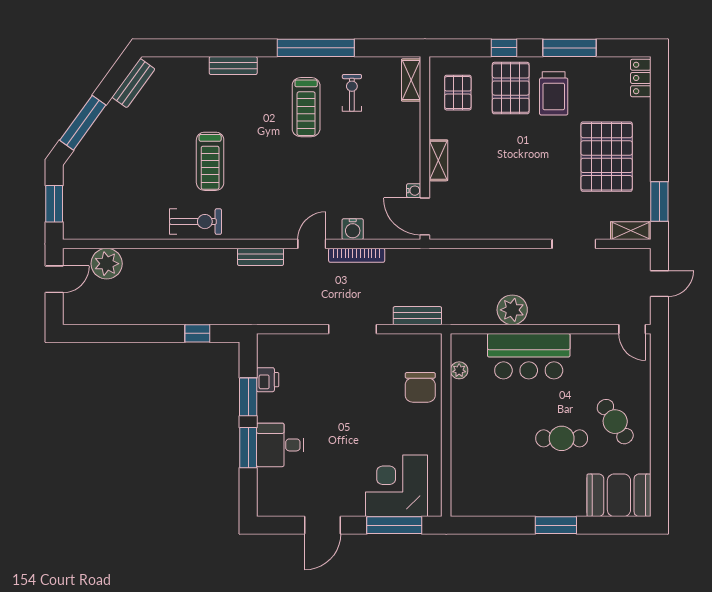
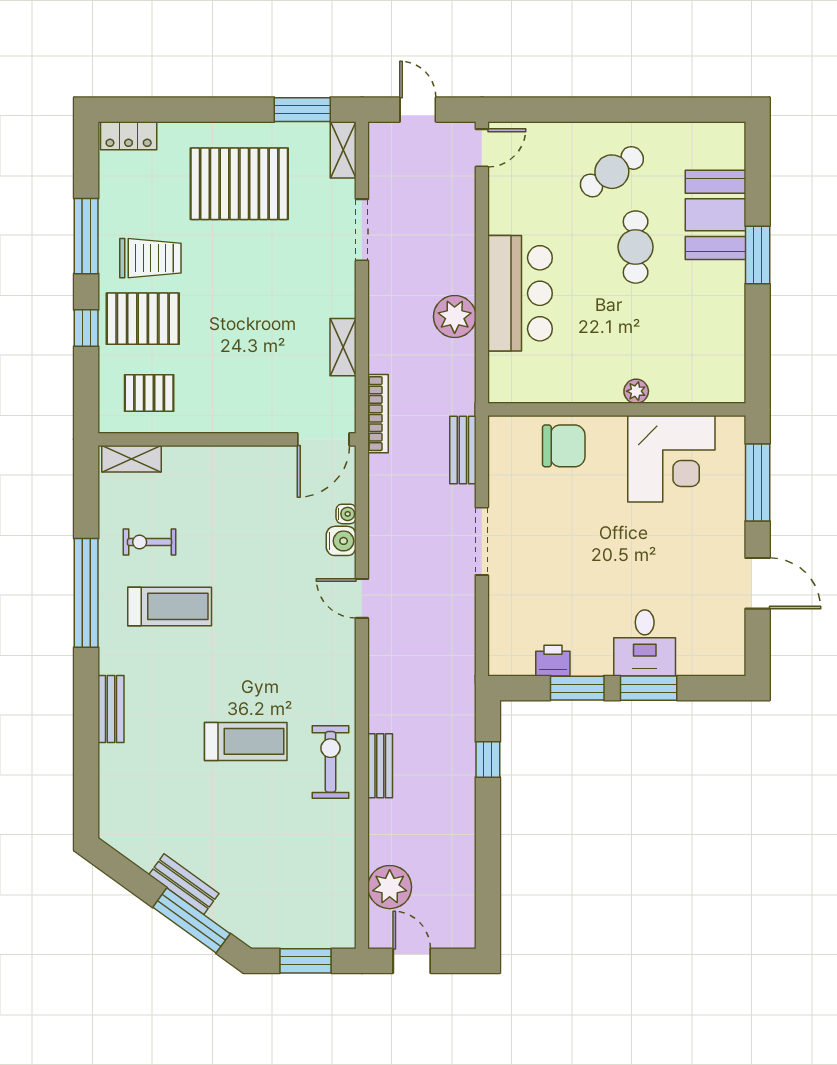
bench: (133, 83) -> (184, 884), moved
shelving: (438, 160) -> (343, 347), moved, turned 90
water cooler: (414, 191) -> (346, 514), moved, turned 90
bookcase: (357, 255) -> (378, 414), moved
bench: (261, 257) -> (380, 766), moved
plant: (459, 370) -> (636, 391), moved
corner desk: (397, 486) -> (671, 459), moved, turned -90
booth: (619, 495) -> (715, 215), moved

